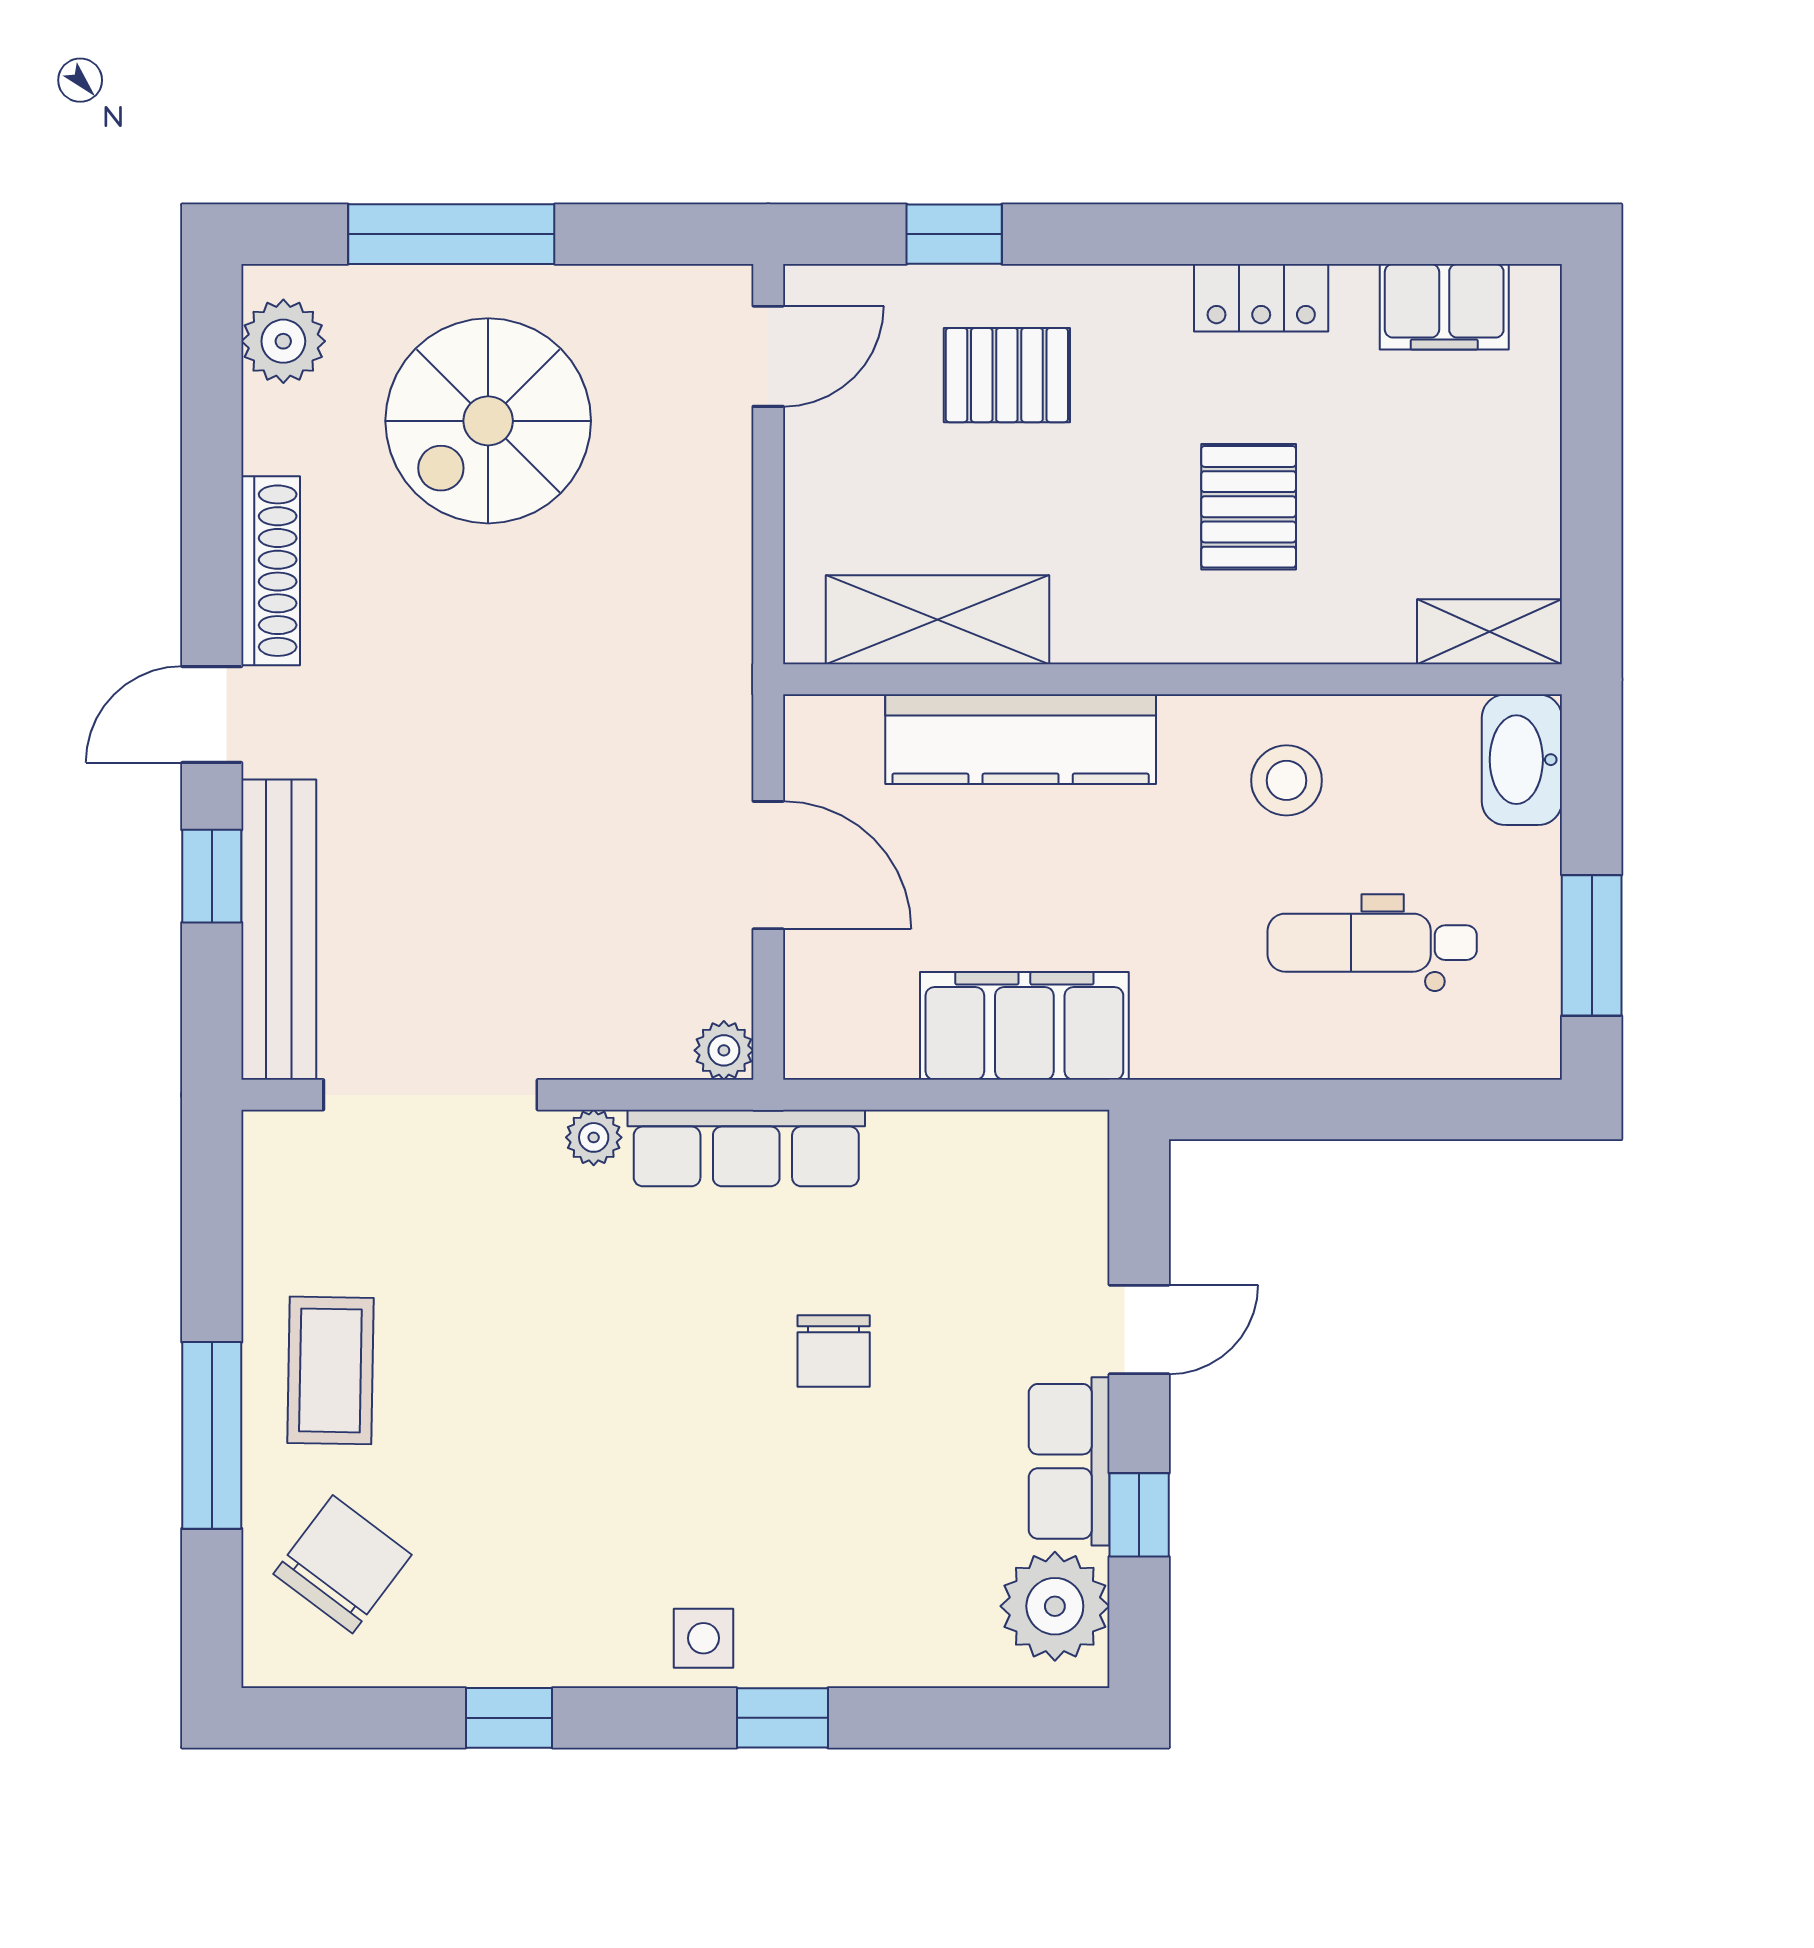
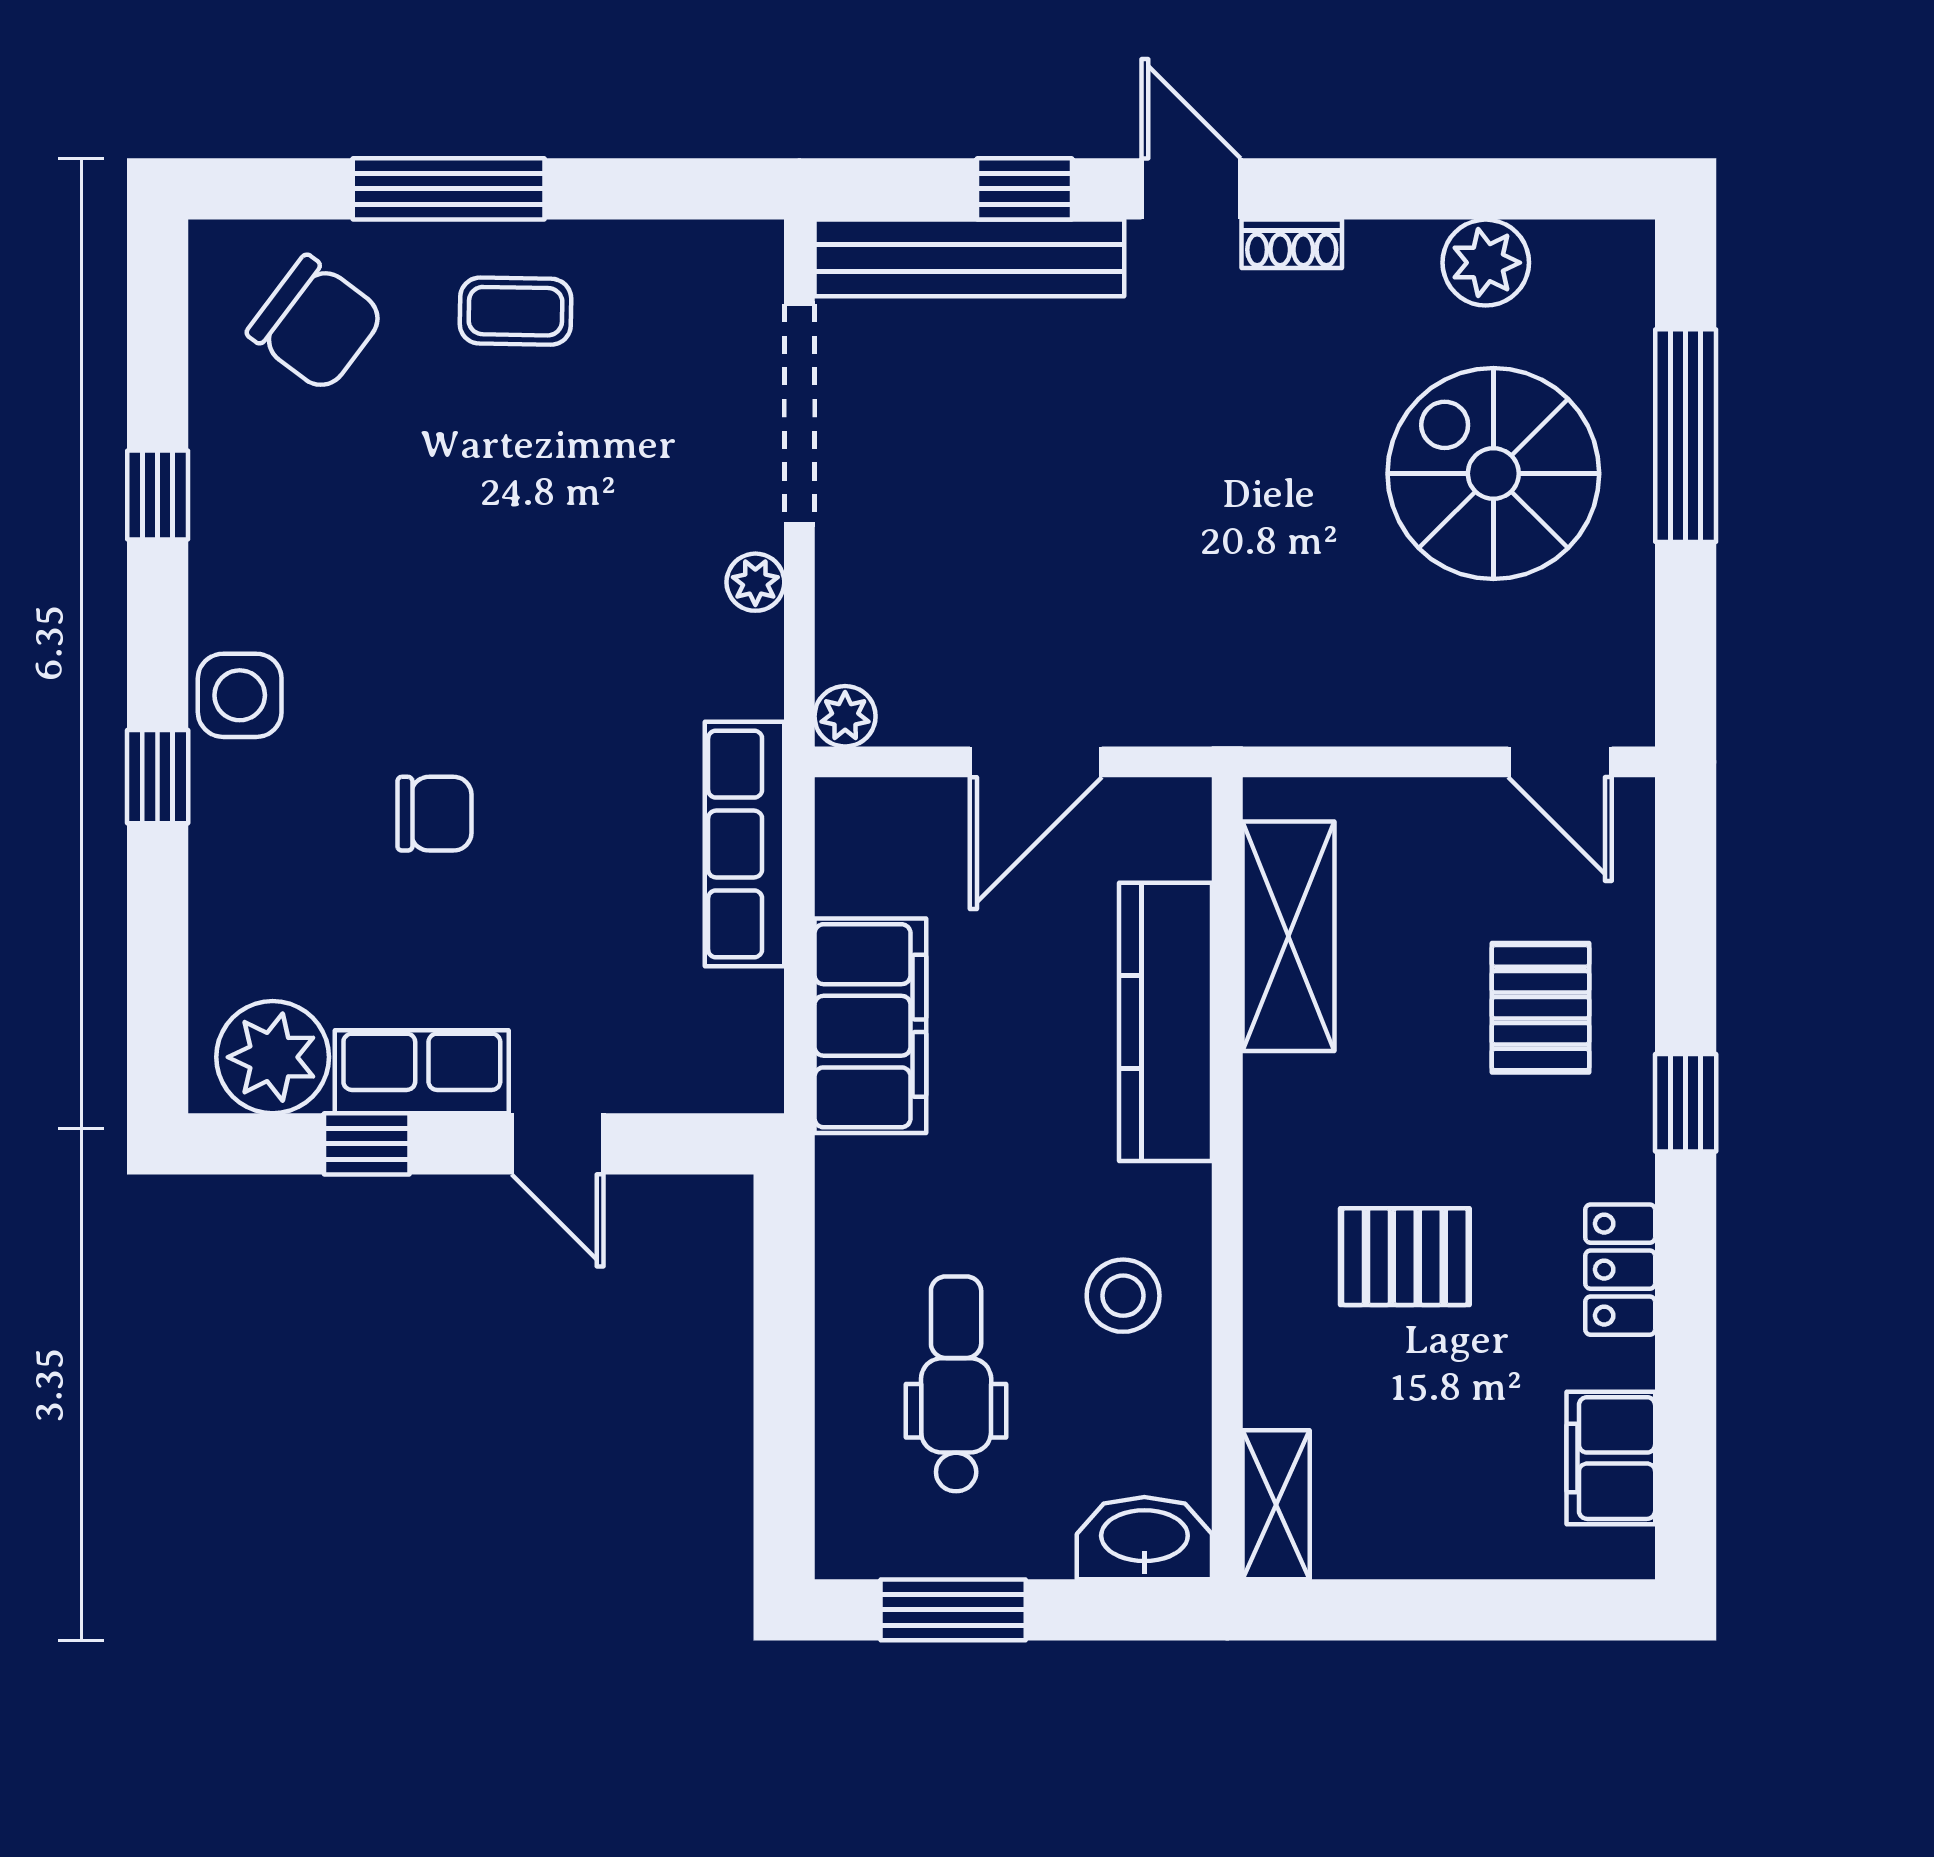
window: (954, 234) -> (1686, 1103), moved
plant: (283, 341) -> (1486, 263), moved
shoe rack: (271, 571) -> (1292, 244), width x0.51, depth x0.81
row of seats: (746, 1148) -> (745, 844), moved
chair: (834, 1351) -> (434, 814), moved, turned 180
coffee table: (330, 1370) -> (515, 311), width x0.73, depth x0.77
side table: (703, 1638) -> (240, 695), width x1.37, depth x1.37

